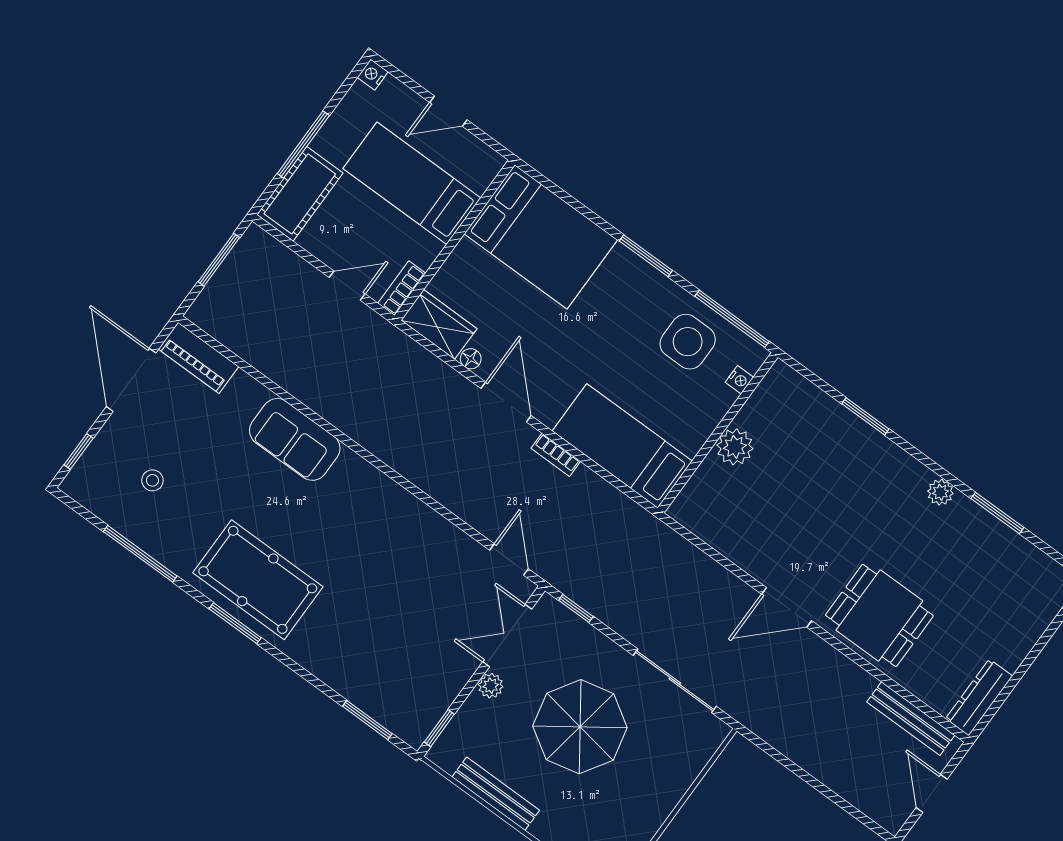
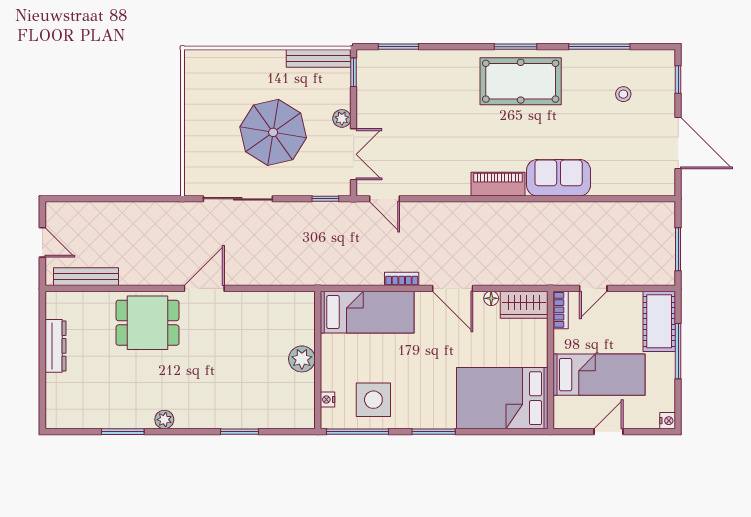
piano: (198, 358) -> (498, 184), moved
dresser: (979, 697) -> (56, 346), moved
bench: (496, 794) -> (319, 58), moved

